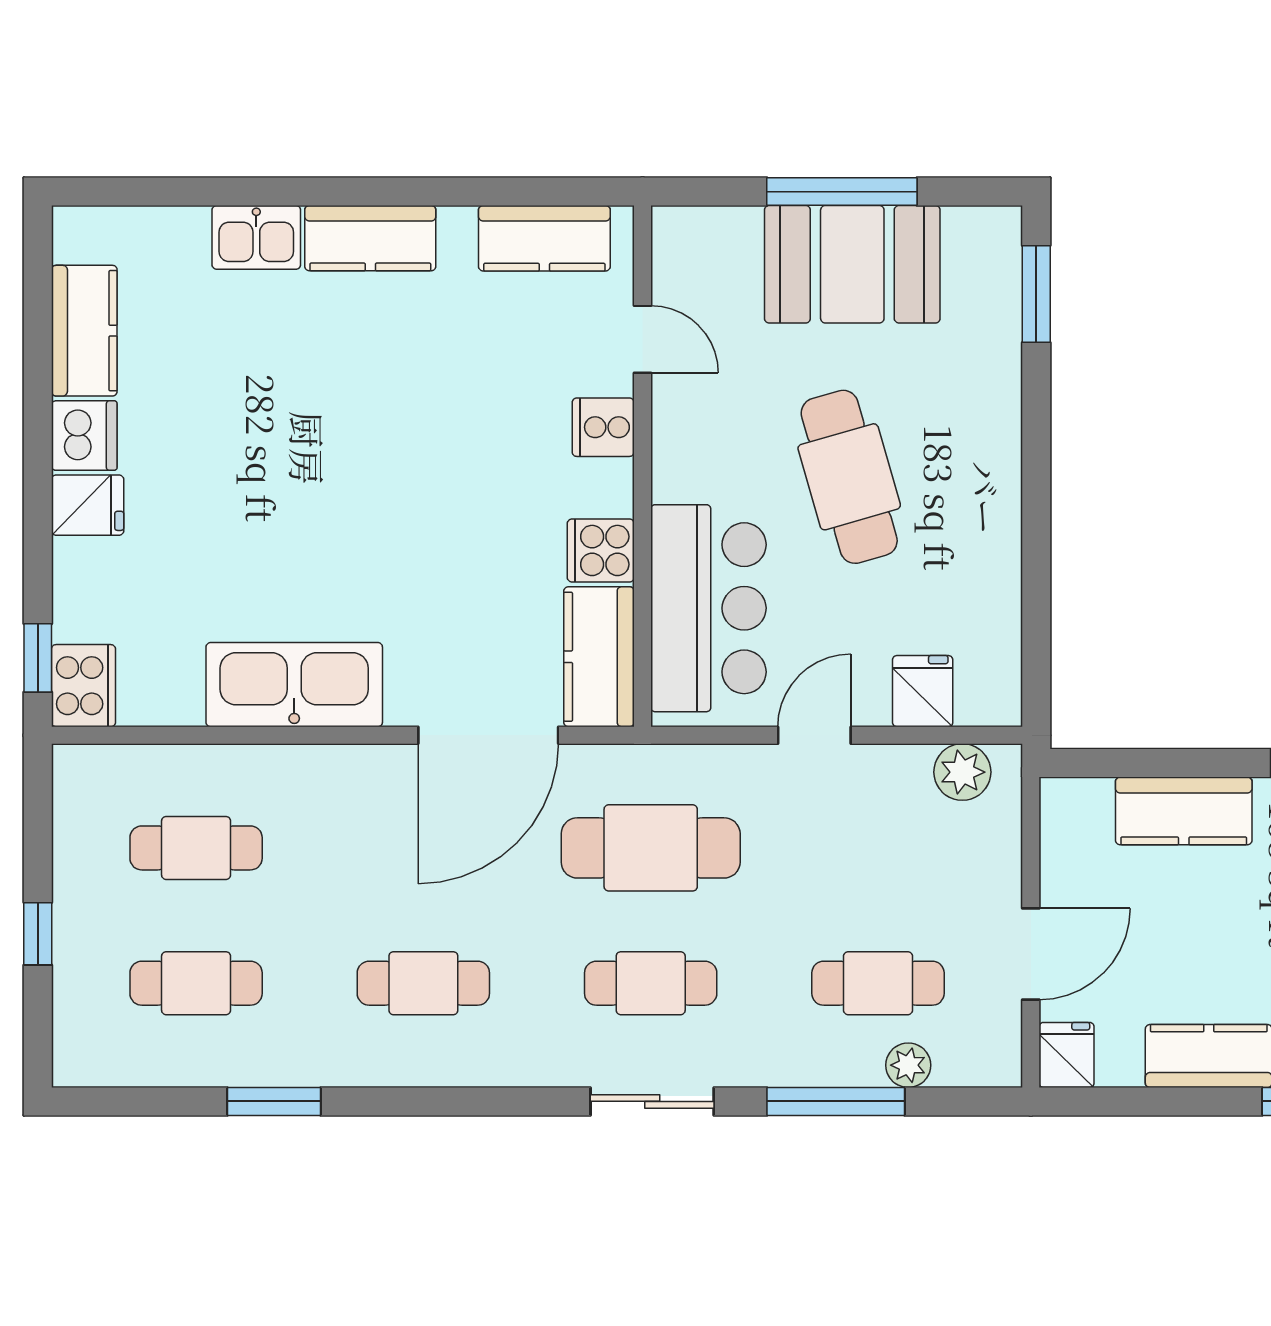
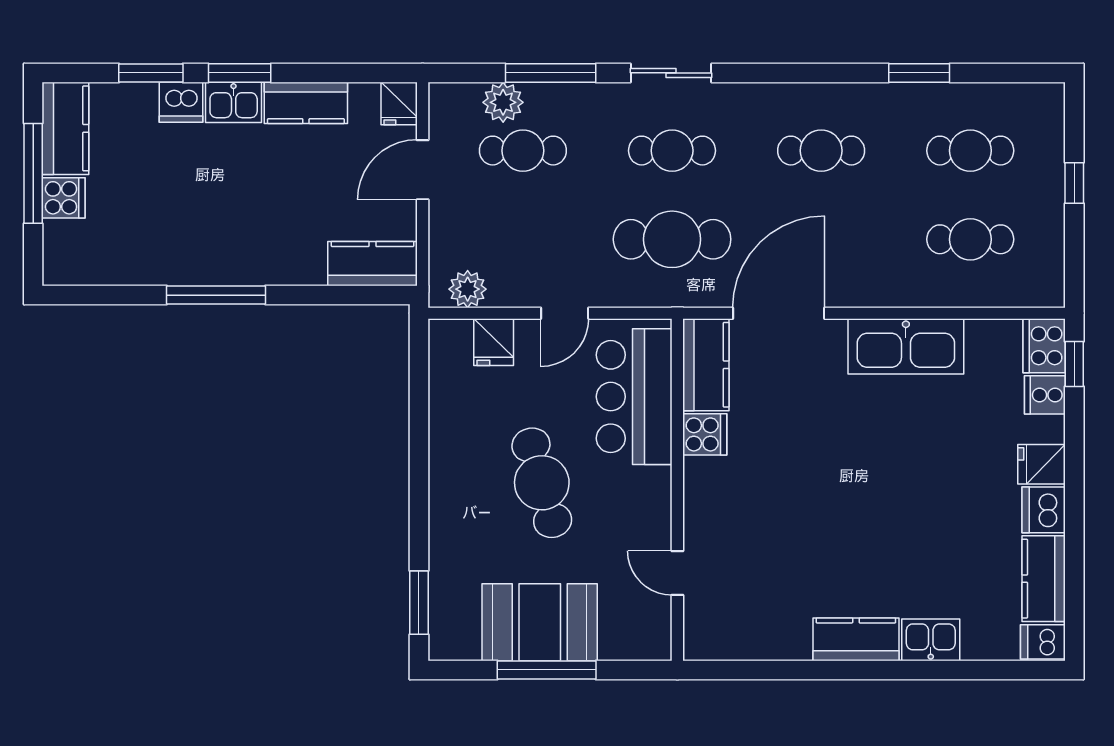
dishwasher: (85, 234) -> (1043, 642), added
kitchen counter: (544, 238) -> (742, 639), removed
cooker: (603, 427) -> (1045, 395), moved, turned 180
kitchen counter: (1184, 811) -> (372, 264), moved
plant: (908, 1065) -> (503, 102), width x1.38, depth x1.38

